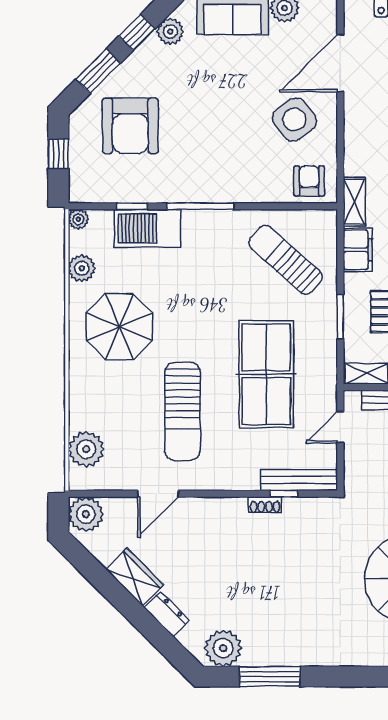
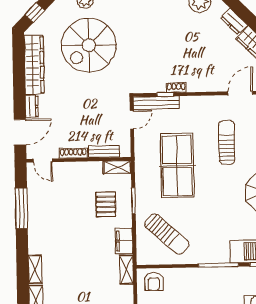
sun lounger: (182, 411) -> (227, 142), width x0.73, depth x0.75
door: (340, 427) -> (132, 120), moved

